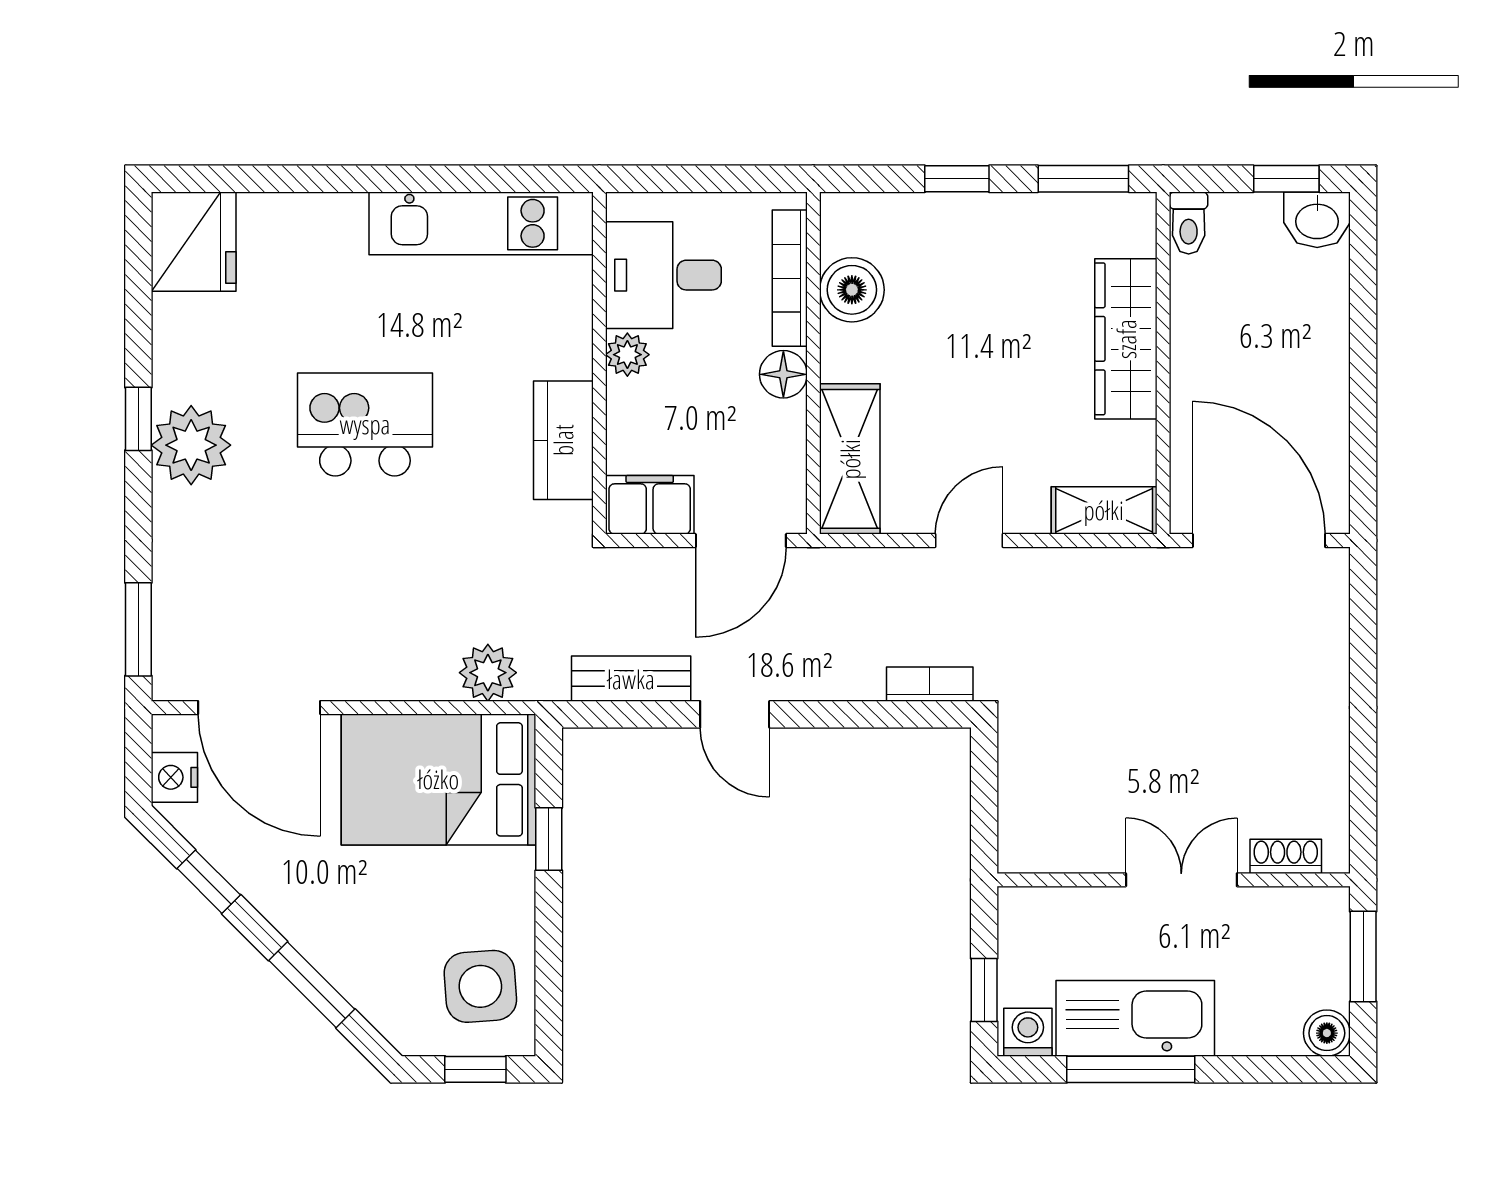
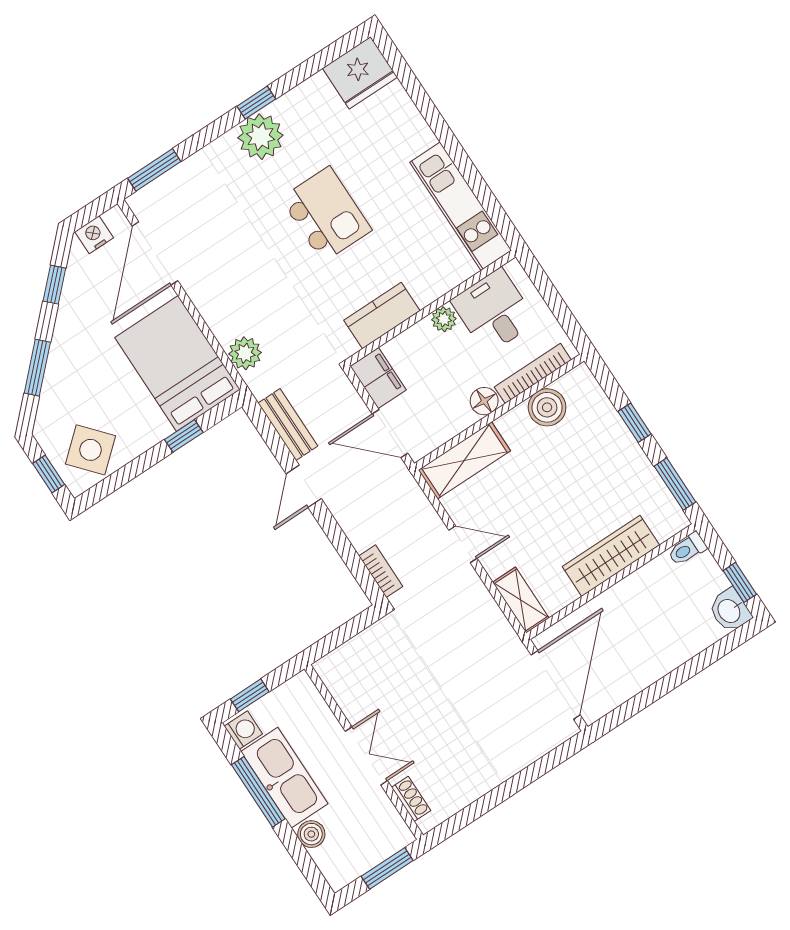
side table: (480, 986) -> (90, 450), turned -37
boiler: (1327, 1033) -> (311, 834), moved

